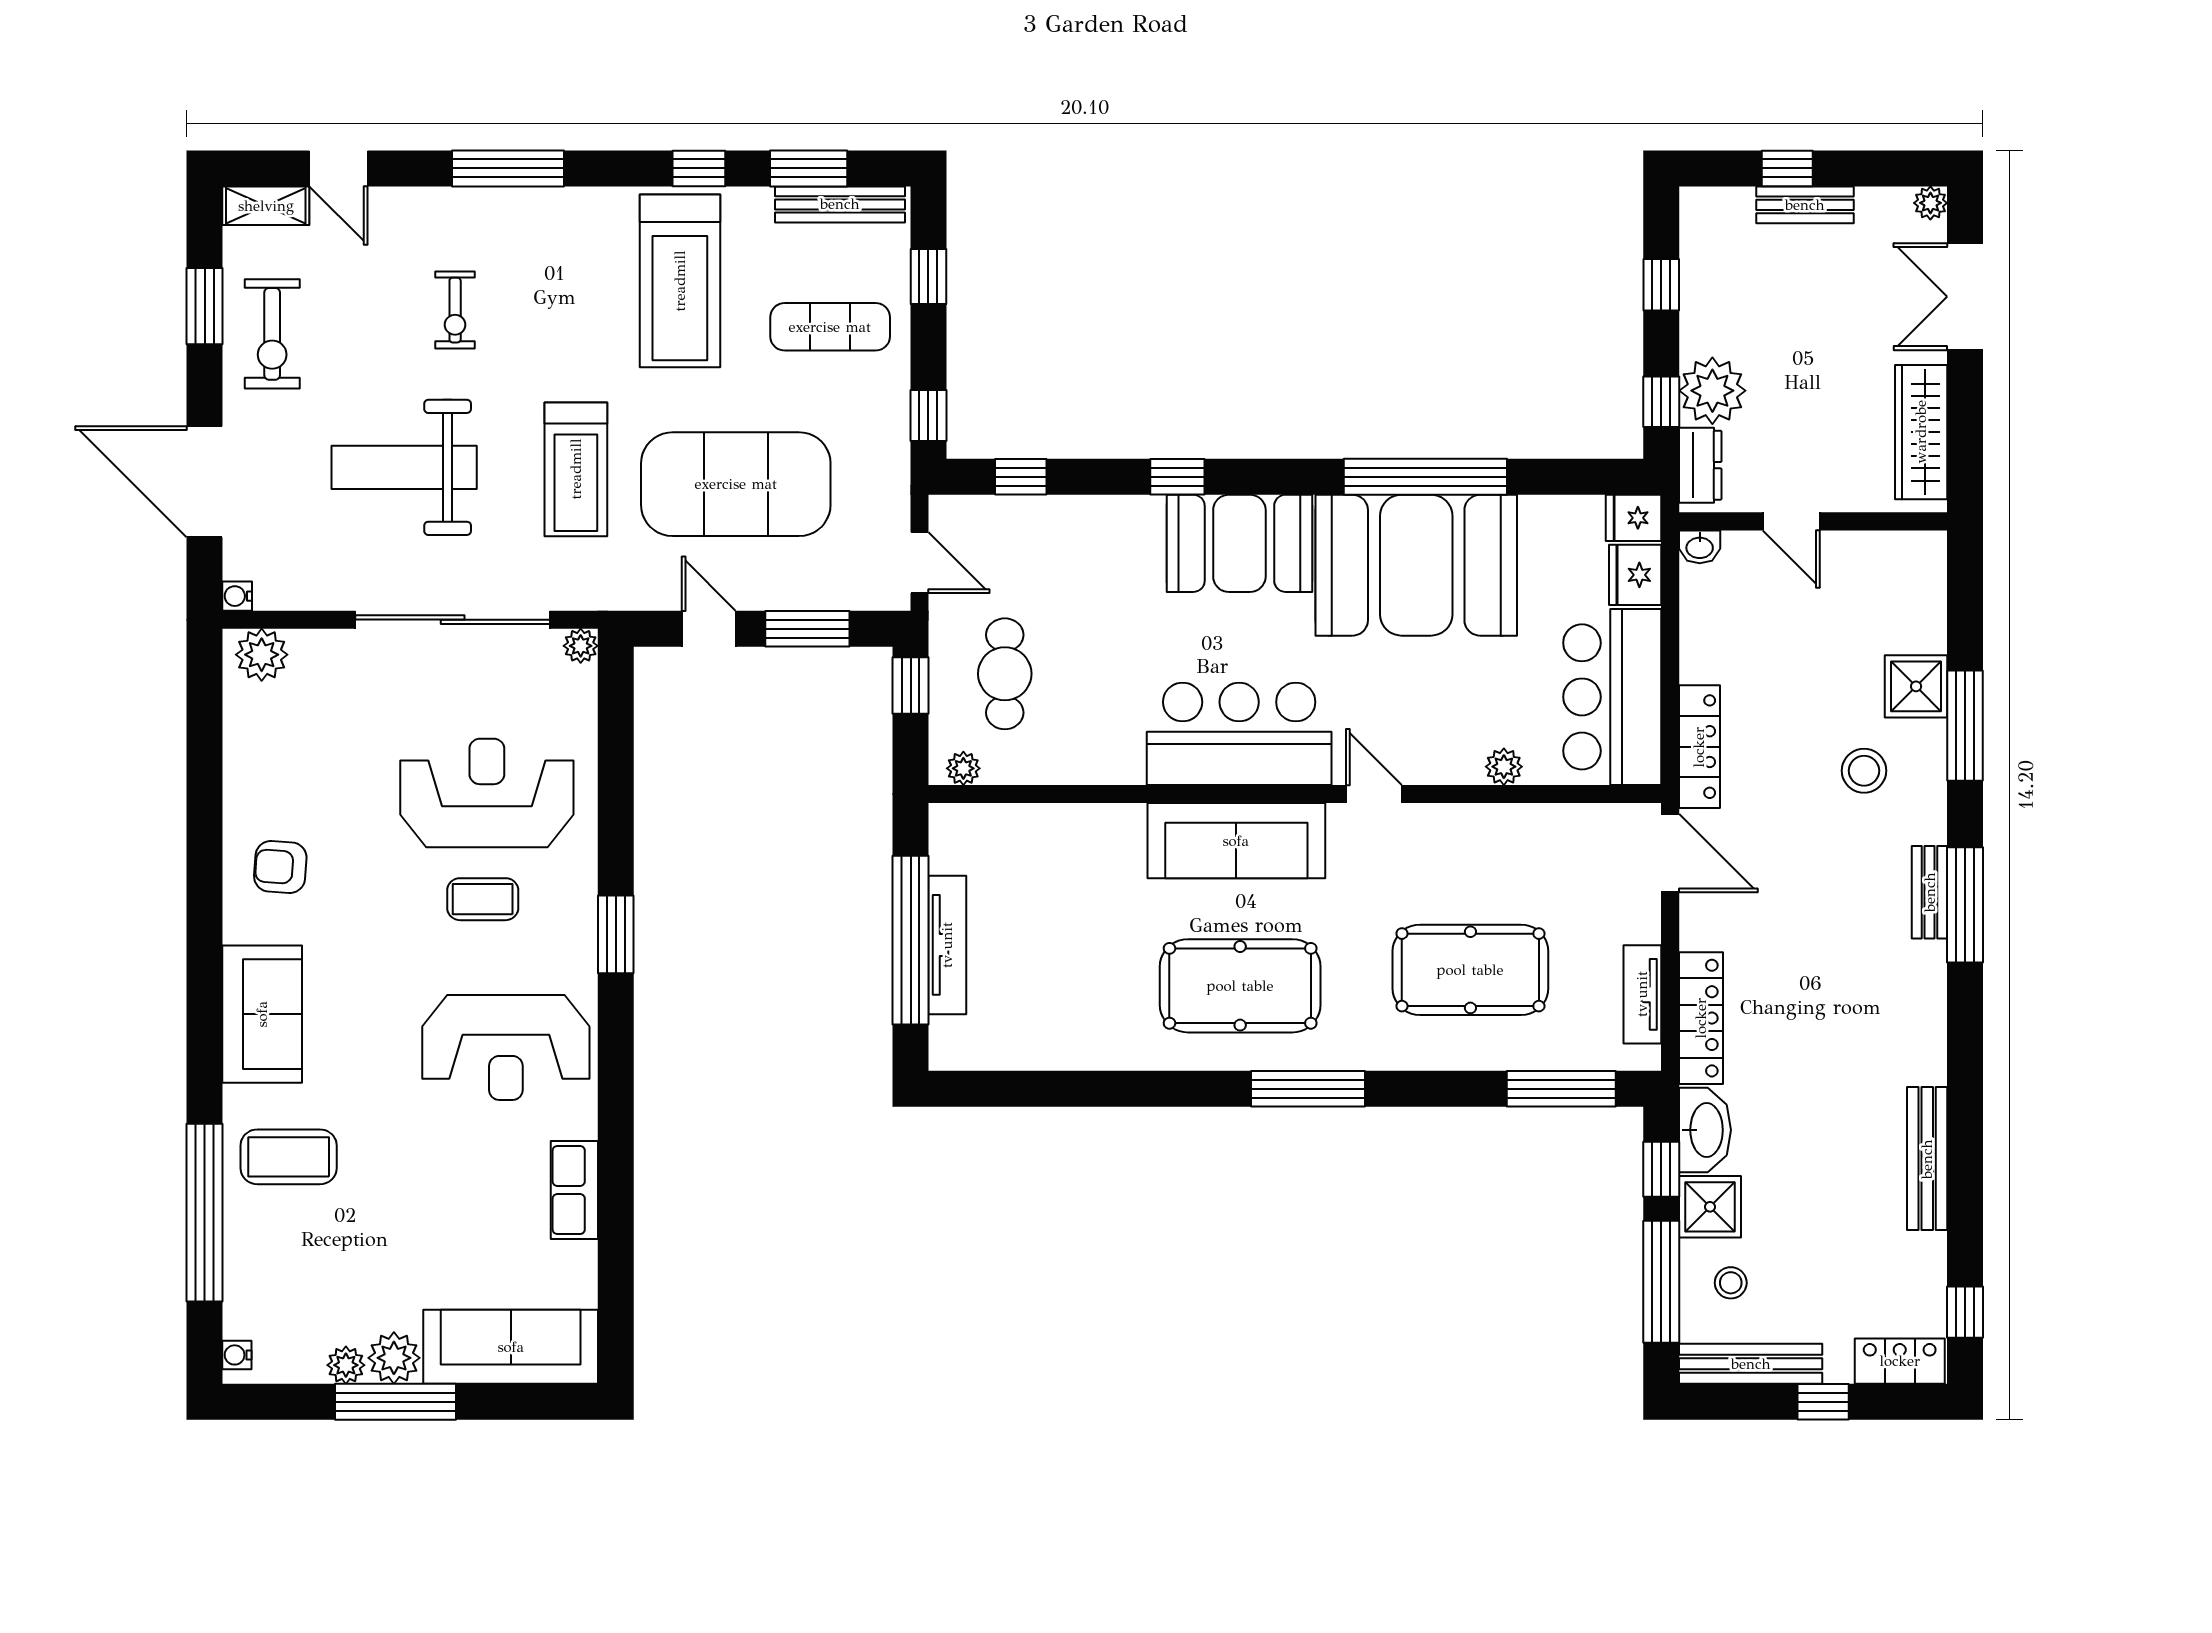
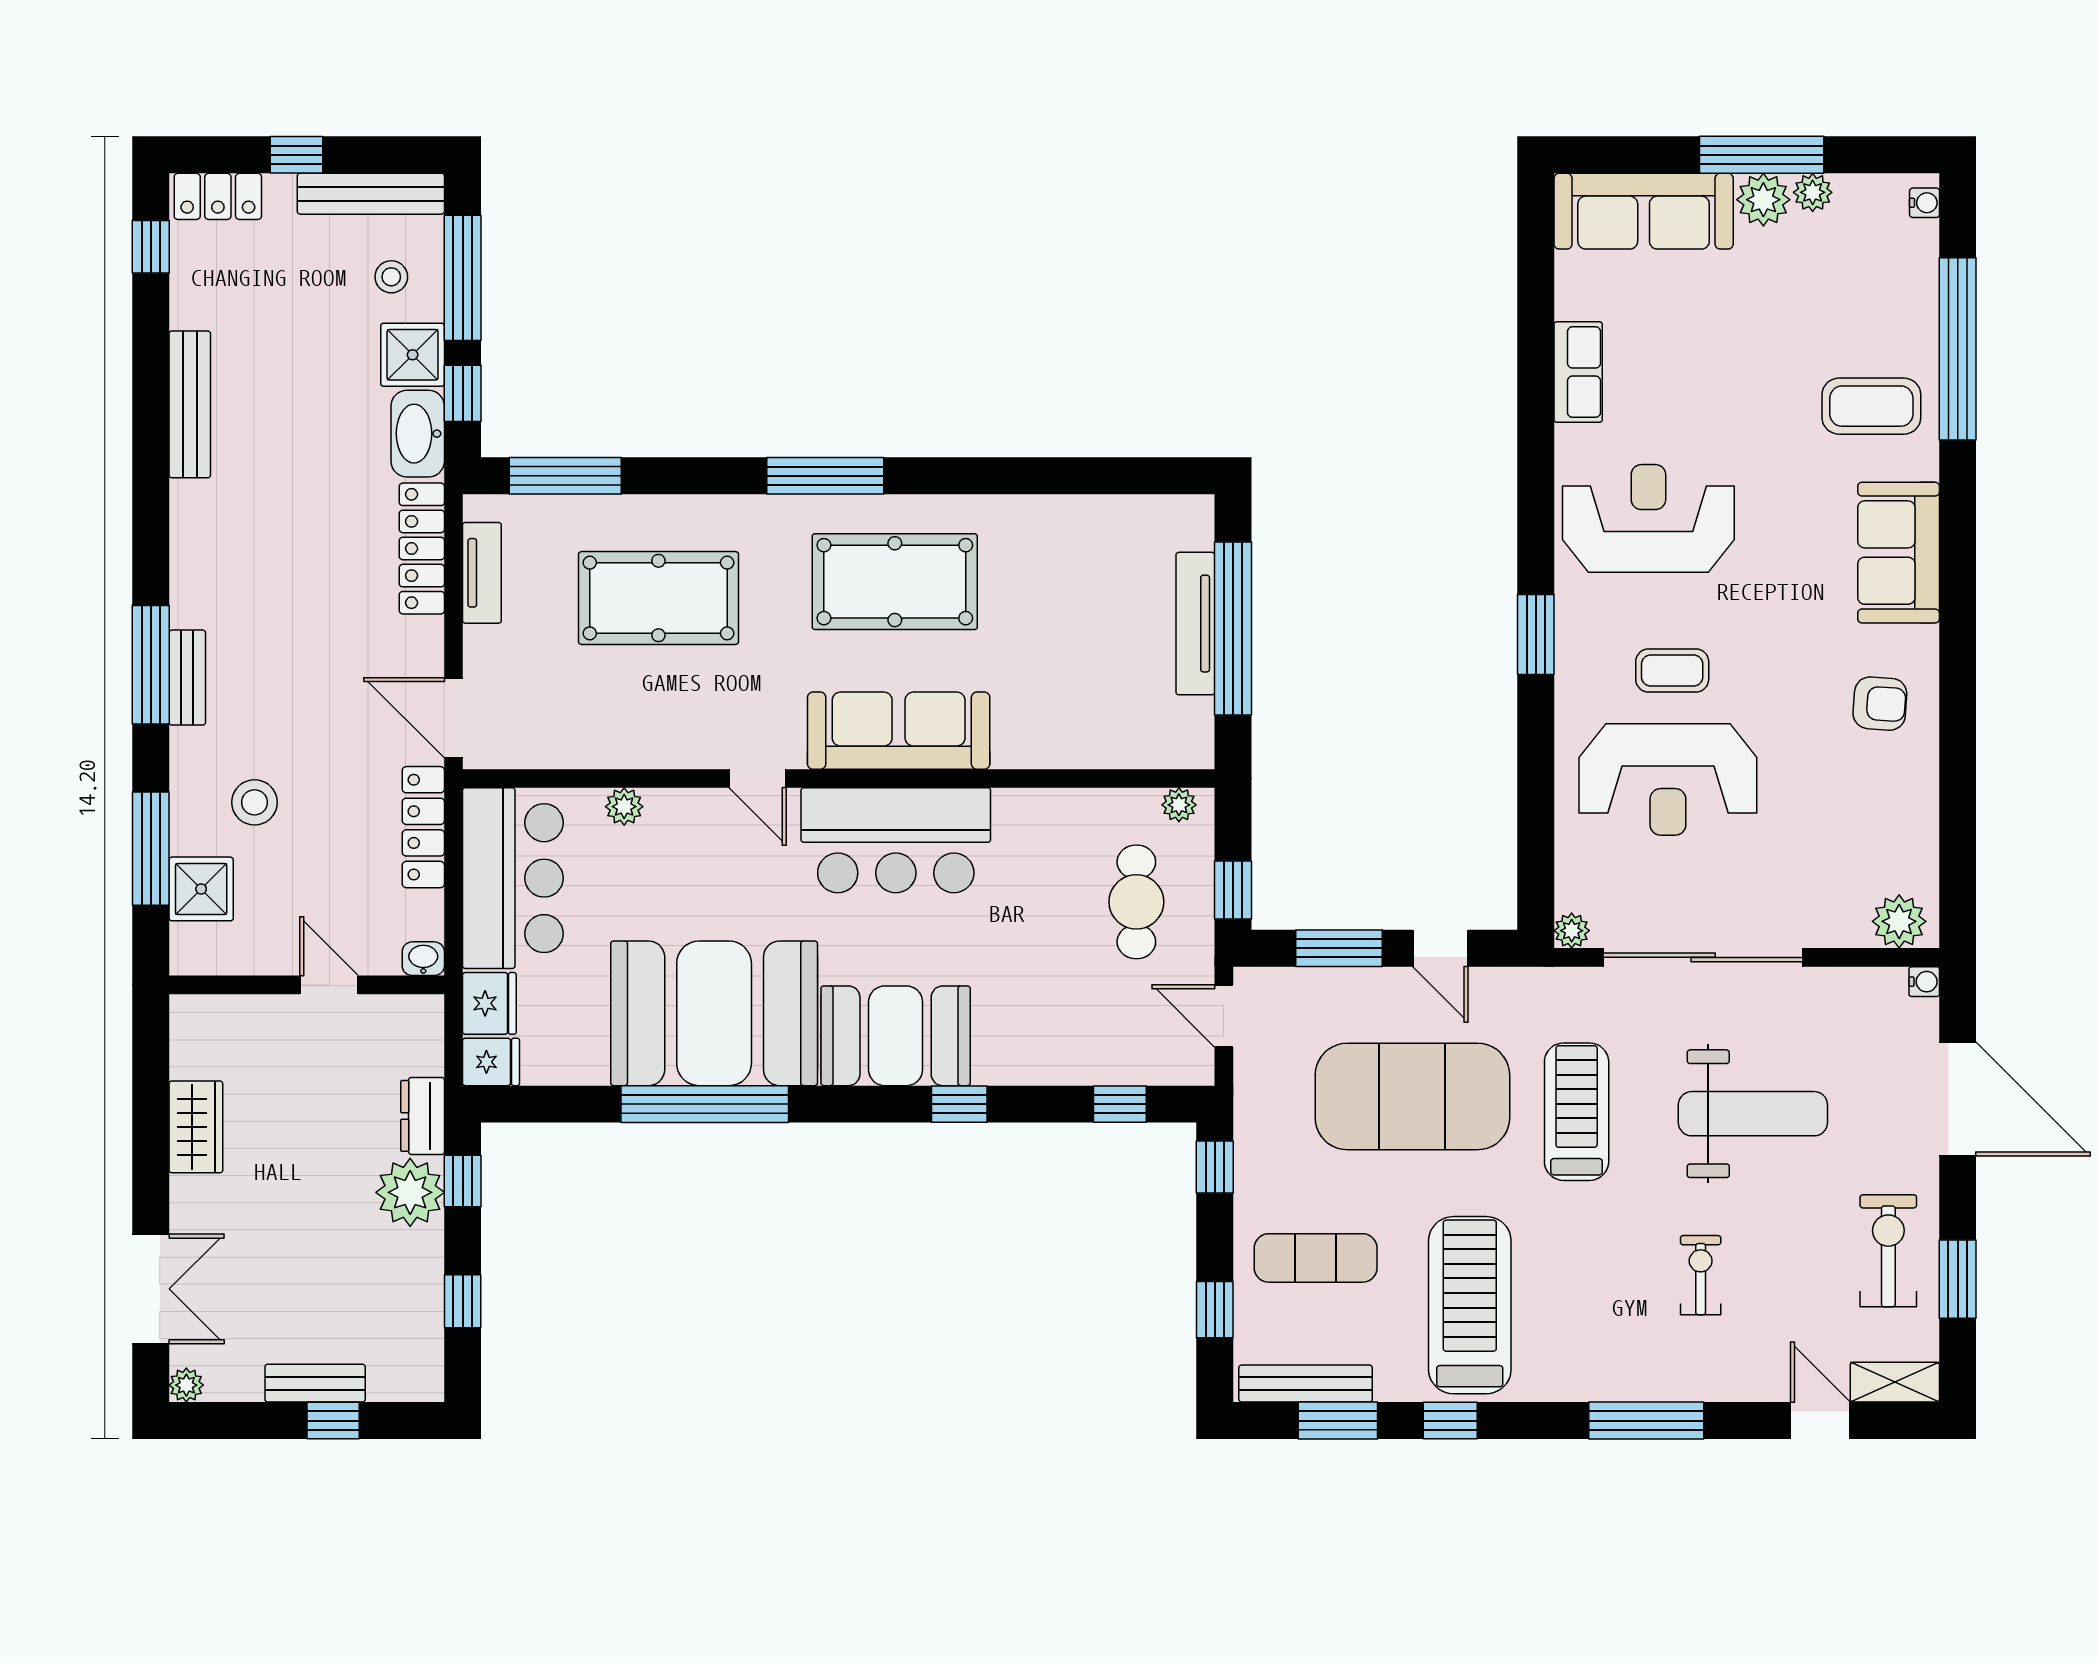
wardrobe: (1921, 432) -> (196, 1127), width x0.67
door: (1791, 521) -> (329, 985), moved
wall: (1813, 521) -> (307, 985), moved
washbasin: (1700, 547) -> (423, 959), moved

